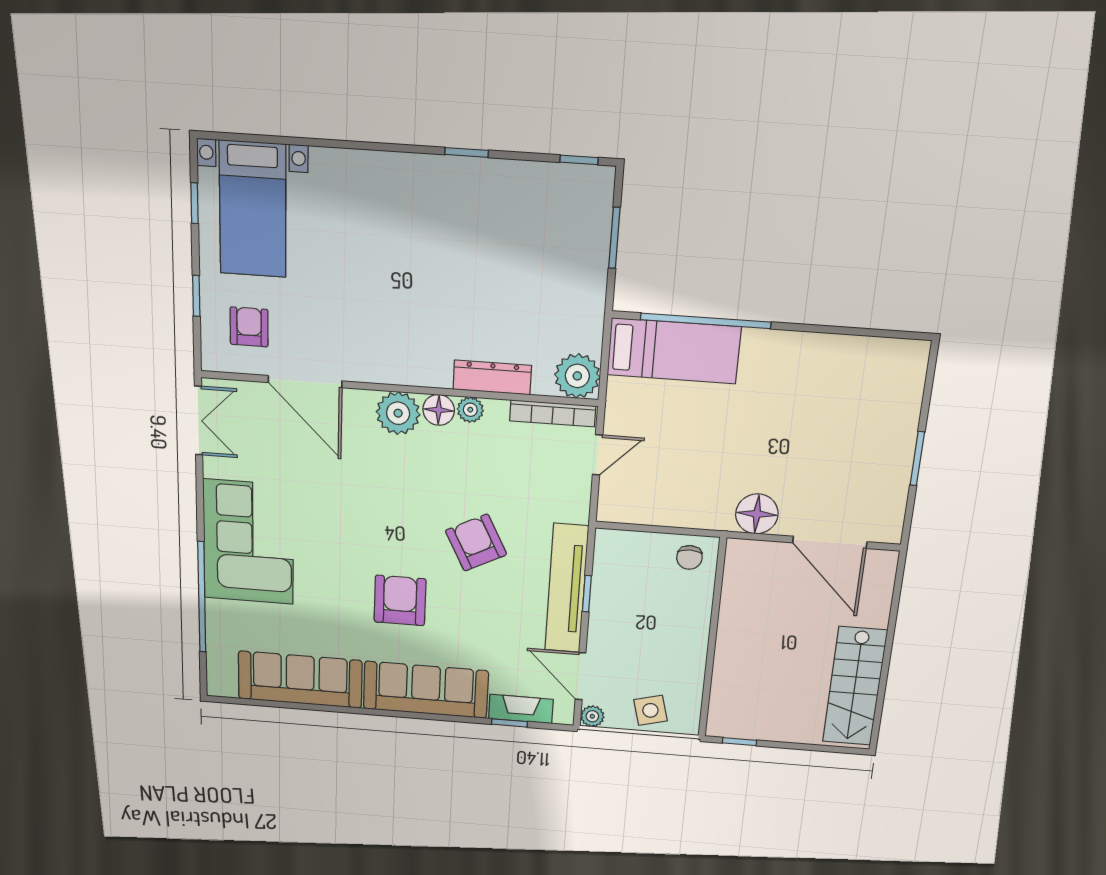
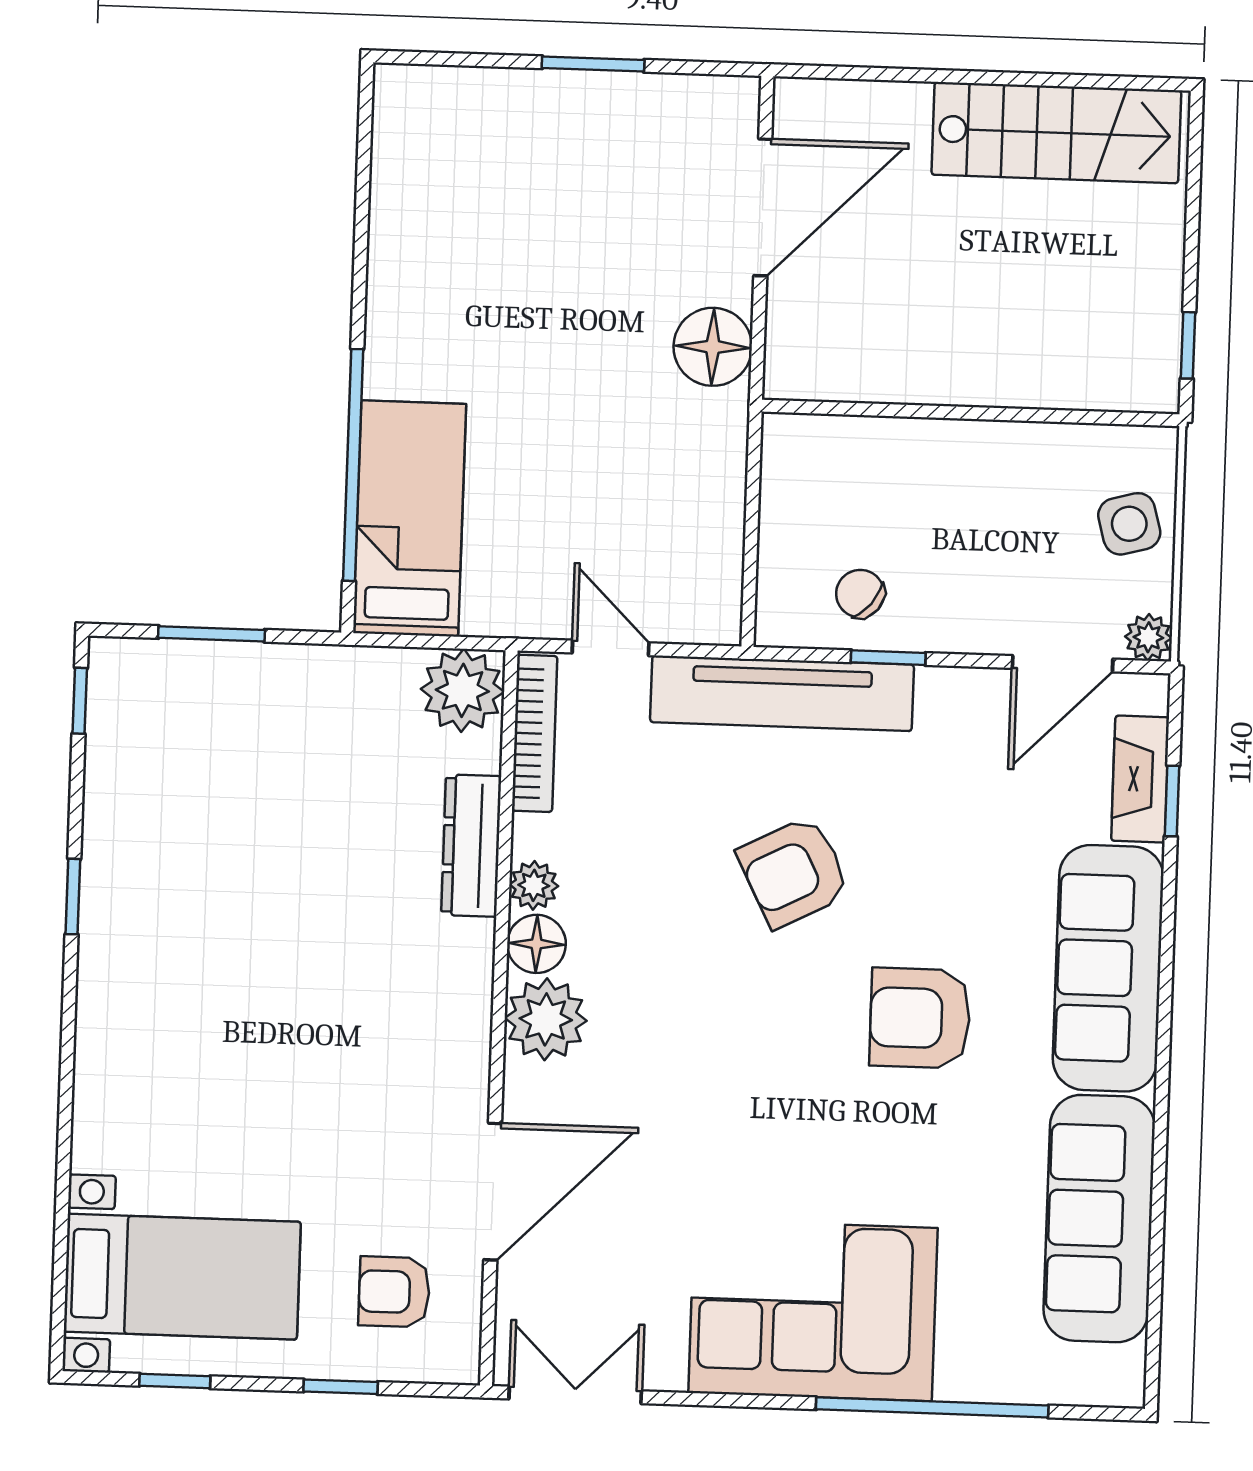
chair: (689, 557) -> (860, 594), moved, turned -141
tv unit: (567, 588) -> (782, 693), moved

